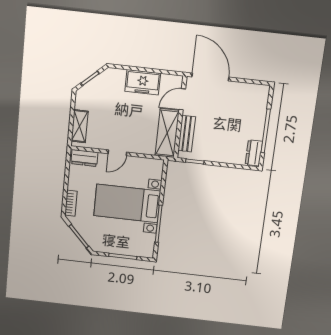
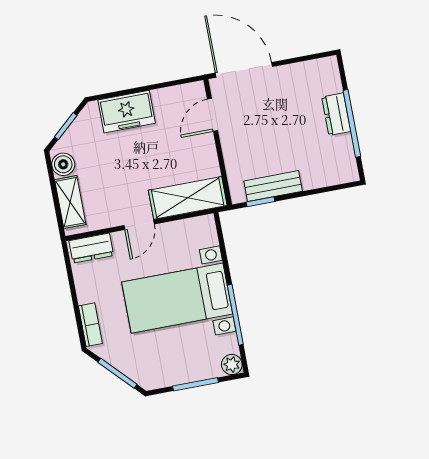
freezer: (143, 82) -> (127, 112), moved
boiler: (82, 102) -> (63, 164), added
shelving: (167, 133) -> (188, 198), moved, turned 90
bench: (187, 134) -> (273, 186), moved, turned 90
dresser: (254, 153) -> (336, 114), moved
plant: (148, 252) -> (232, 365), added

